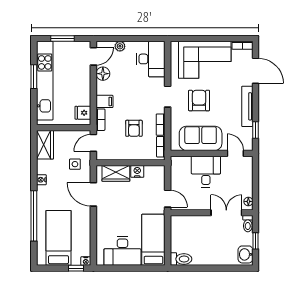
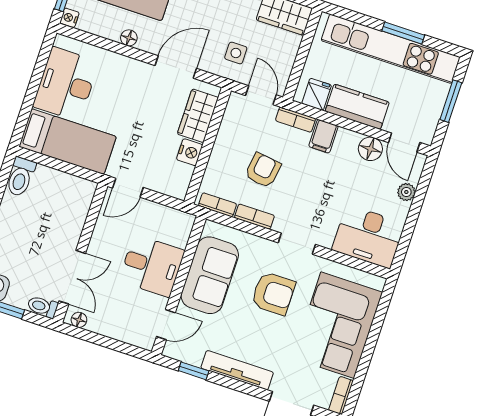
kitchen counter: (82, 88) -> (357, 107), added
armchair: (134, 128) -> (263, 170), turned 98
floor lamp: (86, 225) -> (129, 38), added

